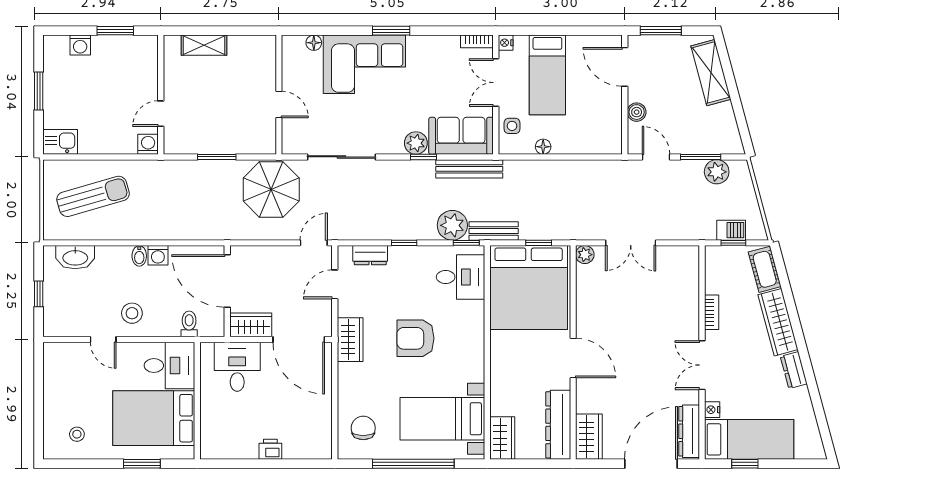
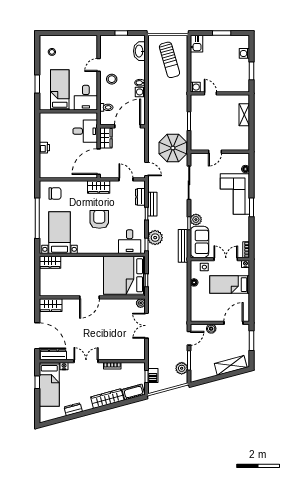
bench: (494, 231) -> (152, 204), moved
dresser: (794, 370) -> (73, 409), moved
bed: (154, 418) -> (60, 90), width x0.67
dresser: (558, 425) -> (57, 290), removed

